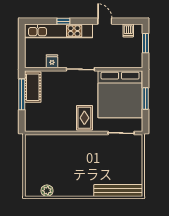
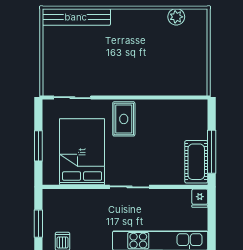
fridge: (52, 61) -> (200, 198), moved
bed: (120, 94) -> (82, 152), width x0.73

